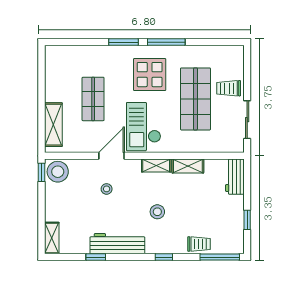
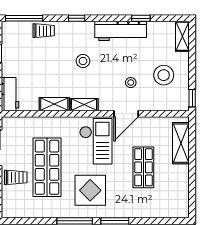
stool: (58, 172) -> (164, 75), moved
trolley: (199, 244) -> (44, 31), turned 180

